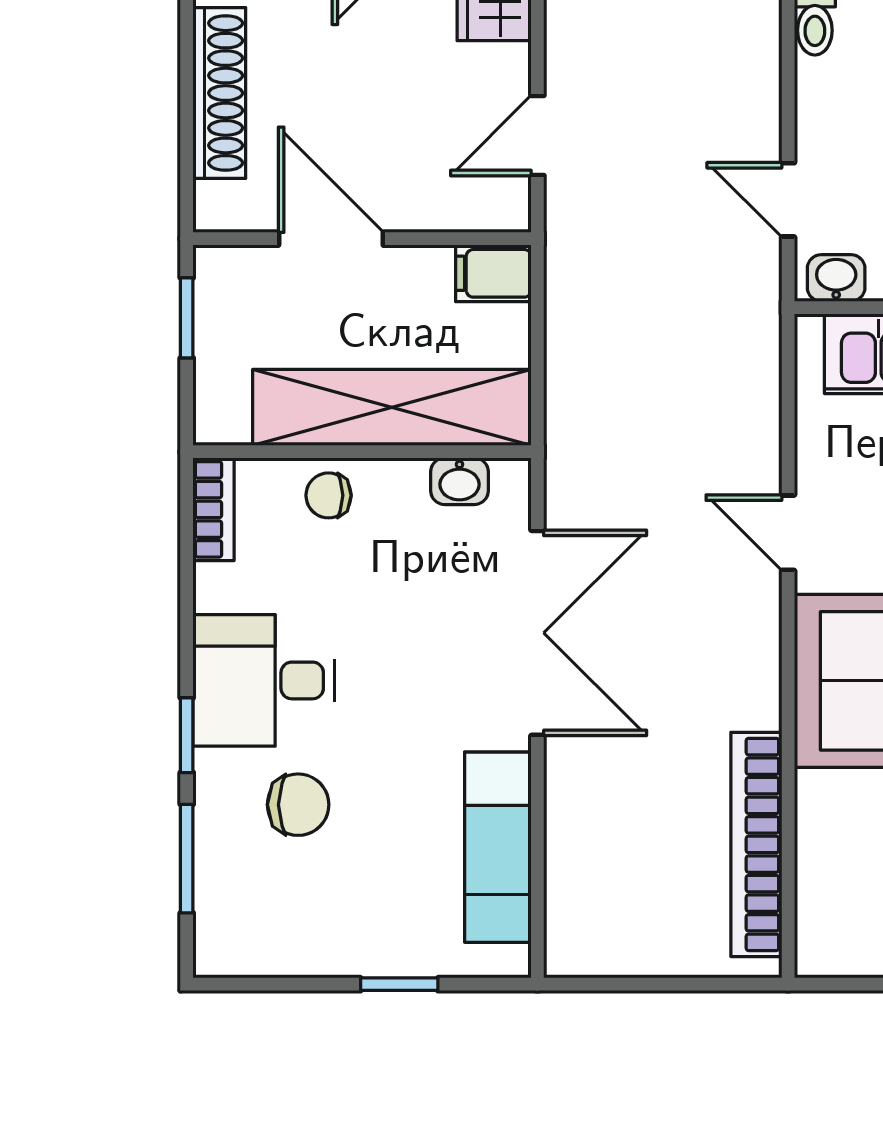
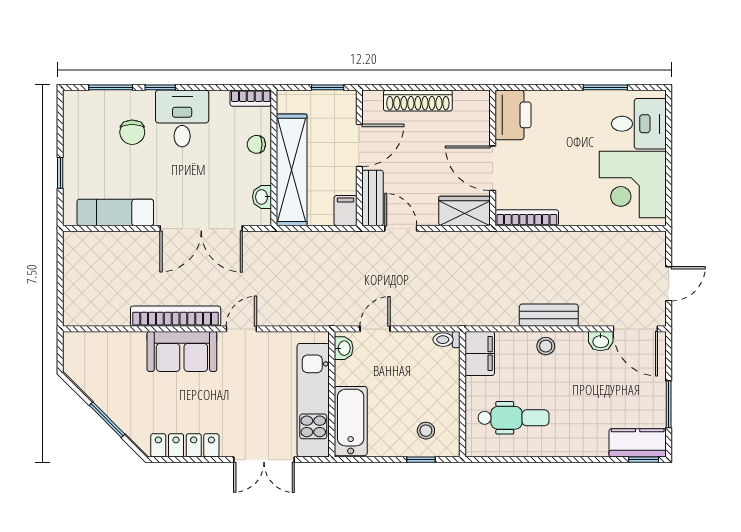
bench: (462, 206) -> (373, 198), added
chair: (328, 495) -> (256, 144), turned -90
bookcase: (756, 844) -> (176, 316), moved

